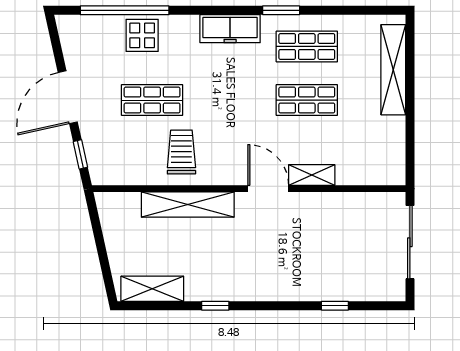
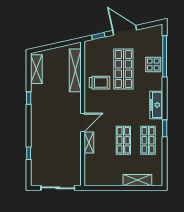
shelving: (393, 70) -> (137, 180), width x0.68
shop shelf: (152, 100) -> (123, 69), width x1.43, depth x1.36
shelving: (188, 205) -> (75, 70), moved

